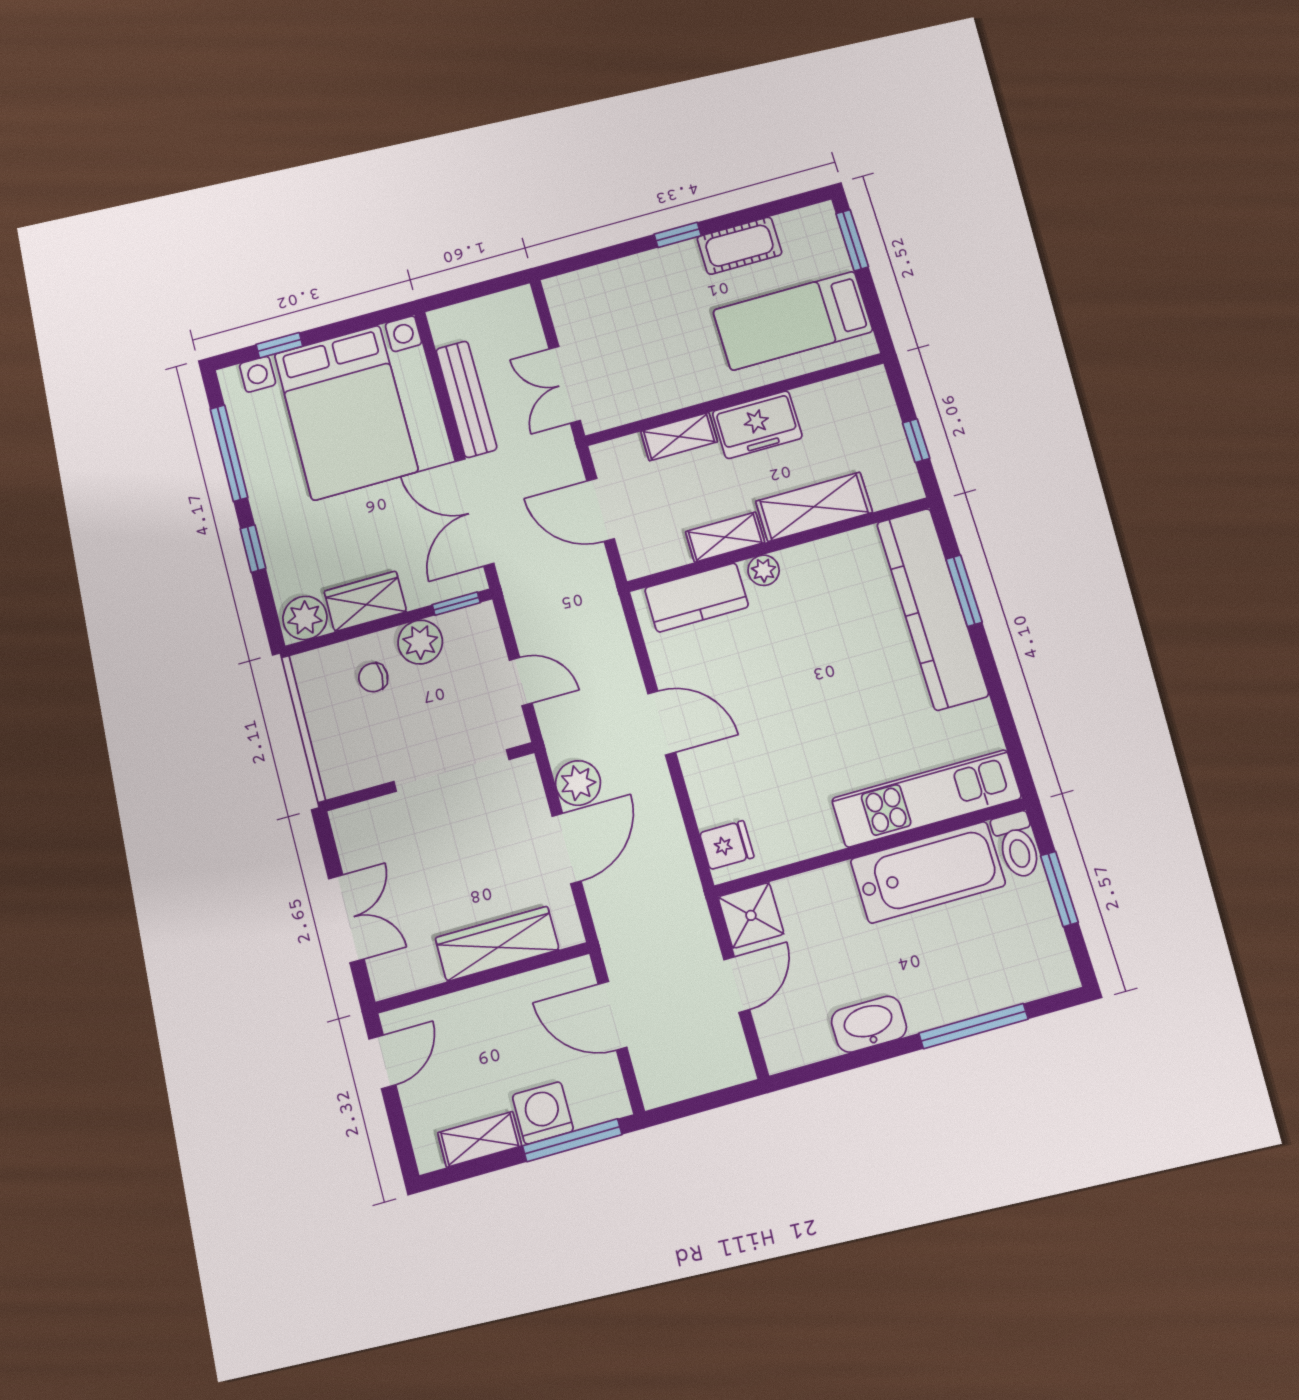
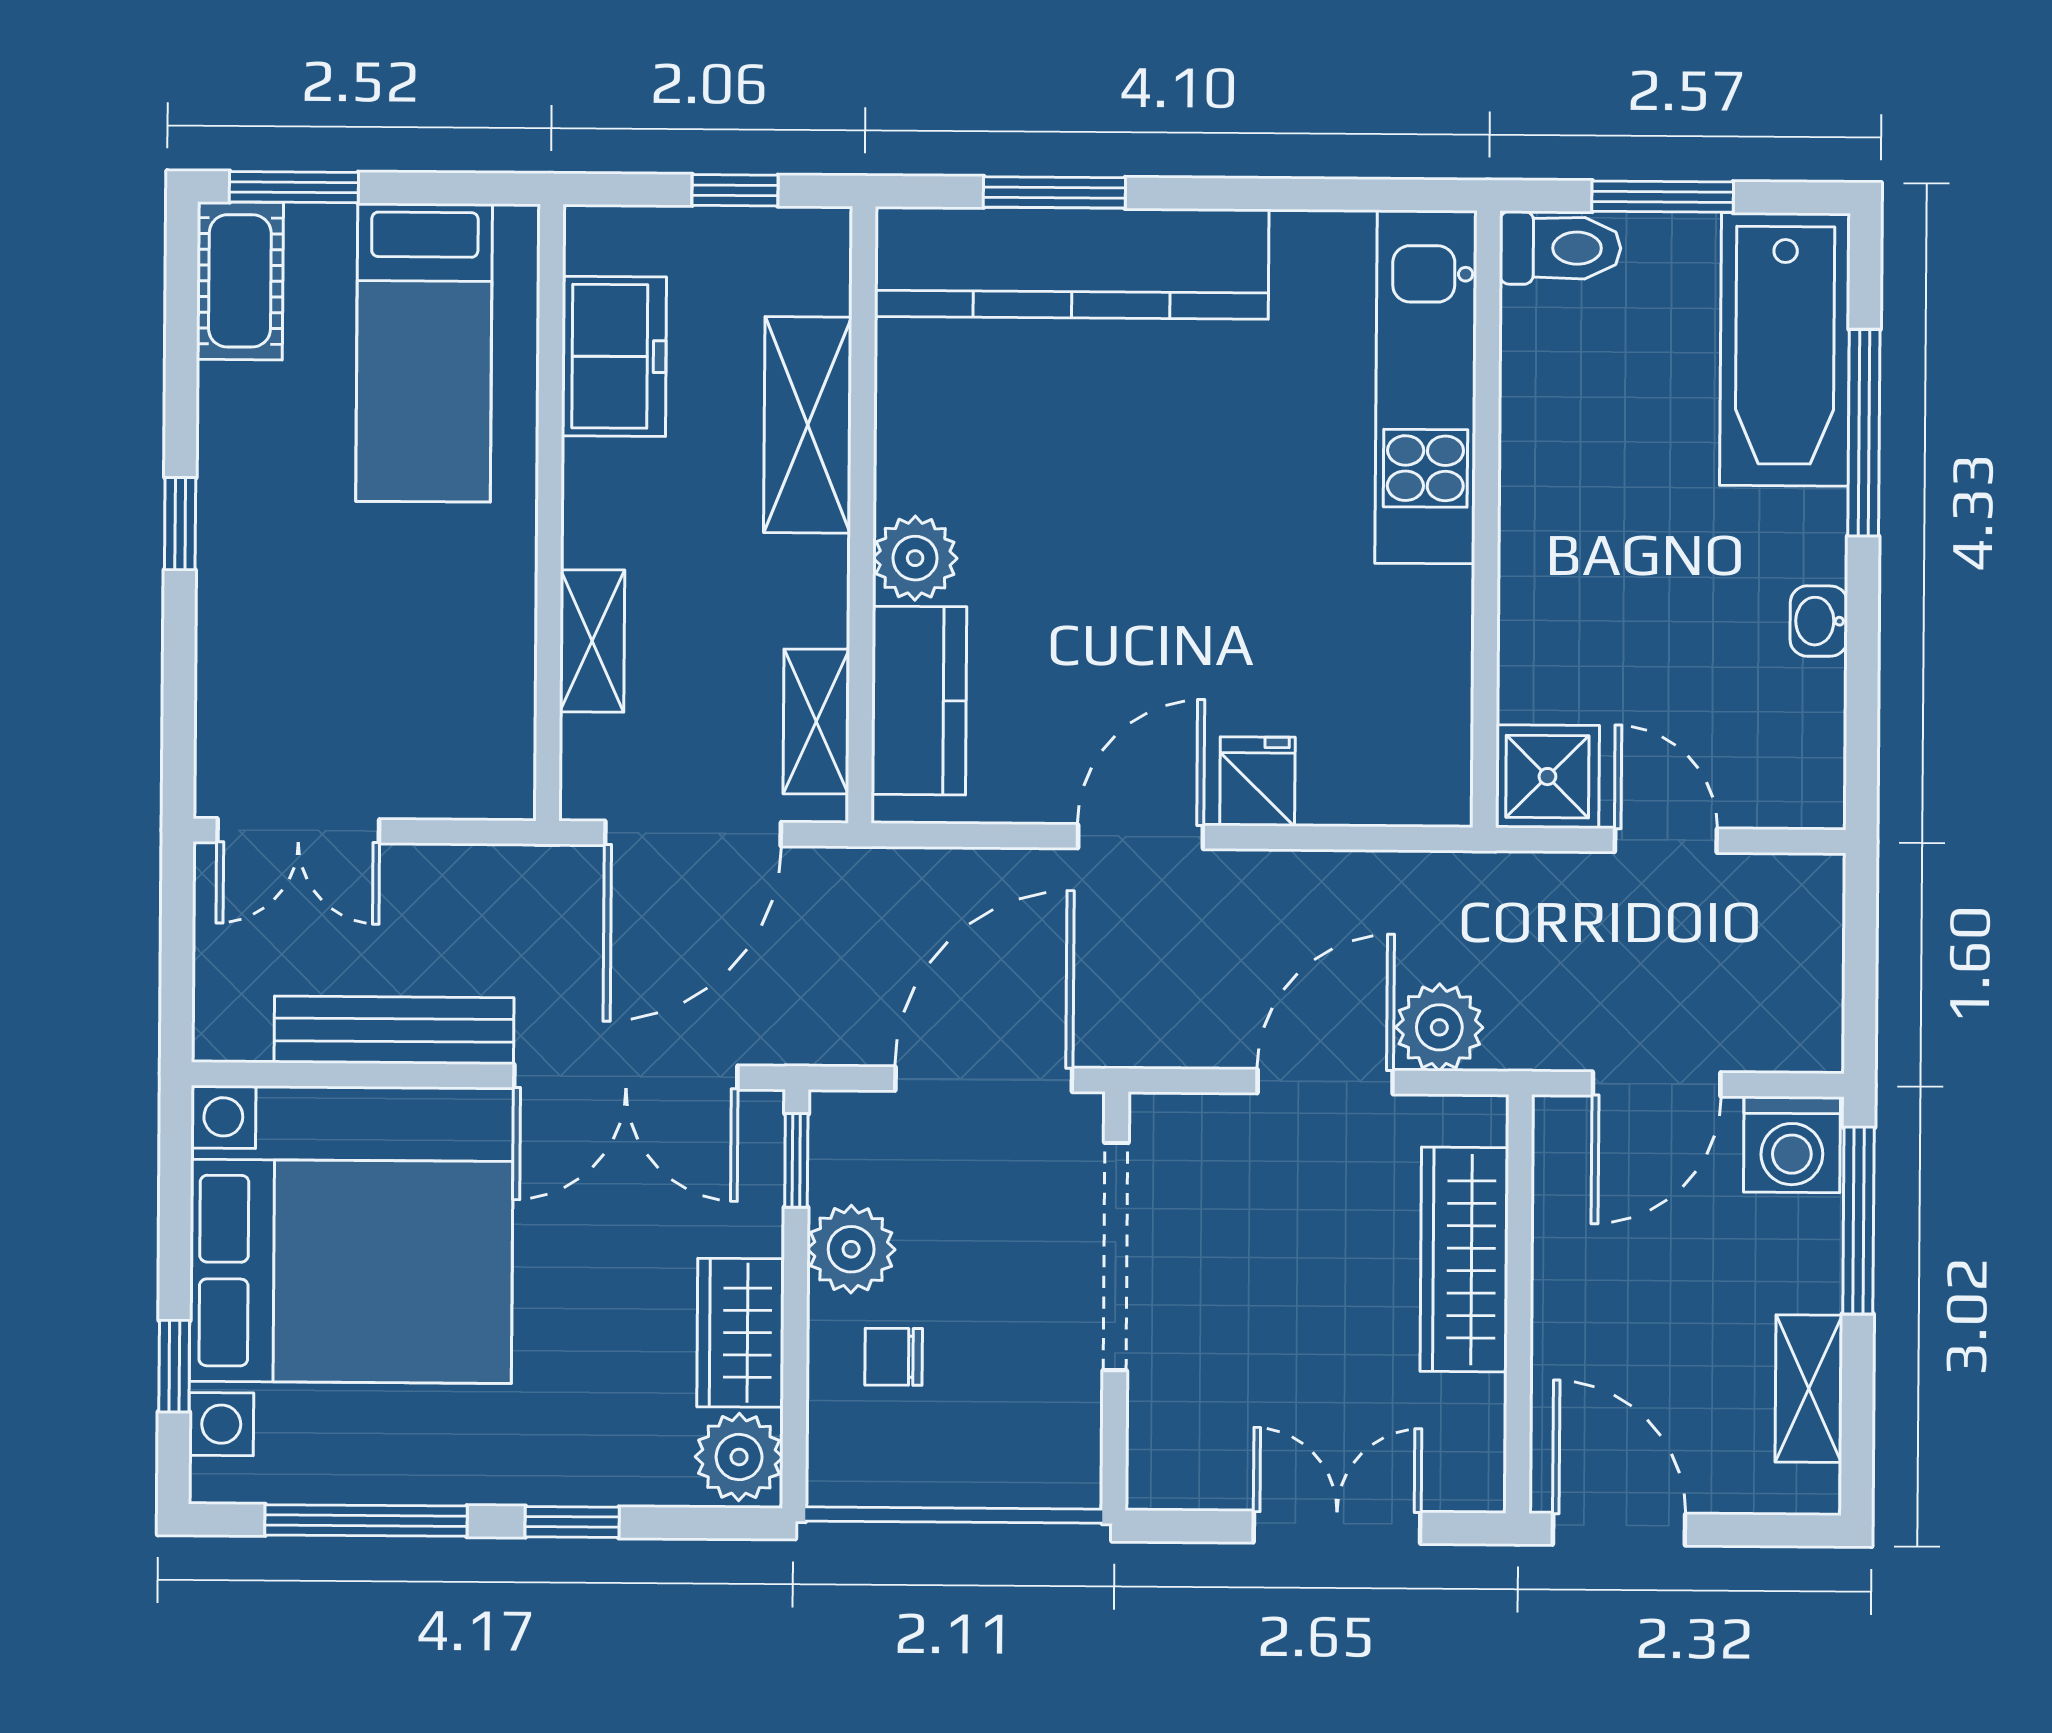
cot: (739, 246) -> (240, 281), moved
double door: (565, 385) -> (298, 831), moved
freezer: (757, 425) -> (614, 356), moved
door: (601, 510) -> (693, 834), width x1.36
shelving: (725, 537) -> (816, 722), moved
plant: (764, 570) -> (915, 558), width x1.38, depth x1.38
chair: (373, 677) -> (894, 1357), turned 90
door: (521, 682) -> (984, 1079), width x1.88
plant: (578, 783) -> (1439, 1027), moved
fridge: (727, 845) -> (1257, 781), moved
door: (567, 849) -> (1325, 1082), hinge flipped
bathtub: (928, 872) -> (1785, 349), moved, turned 180
washbasin: (869, 1024) -> (1819, 621), width x0.52, depth x0.69
door: (382, 1062) -> (1619, 1529), width x1.38
washing machine: (543, 1113) -> (1792, 1144), moved, turned -90

